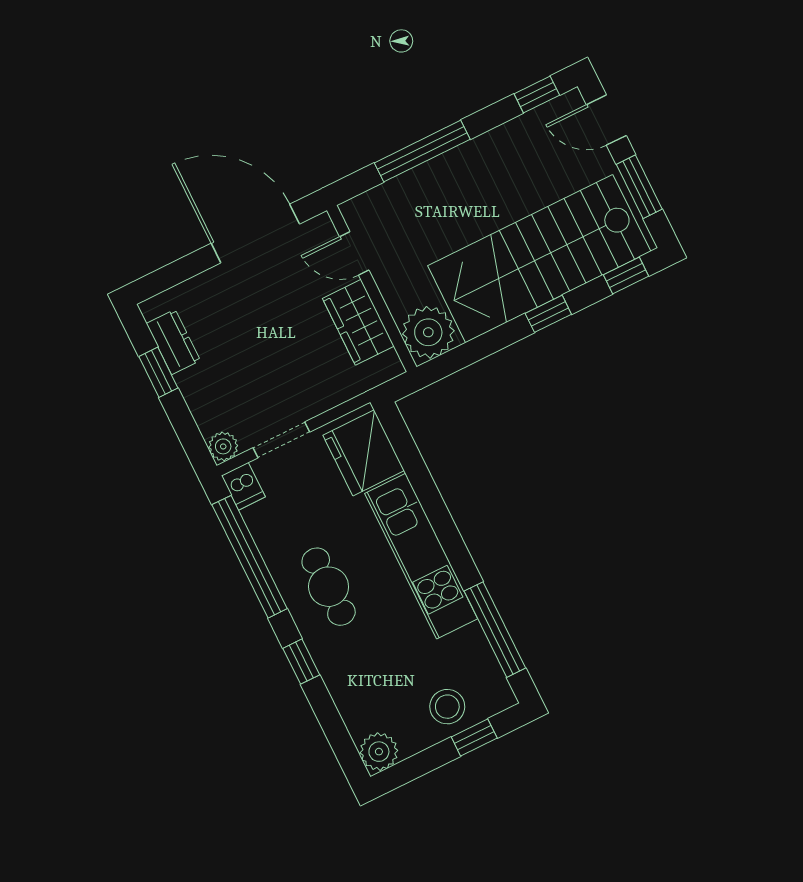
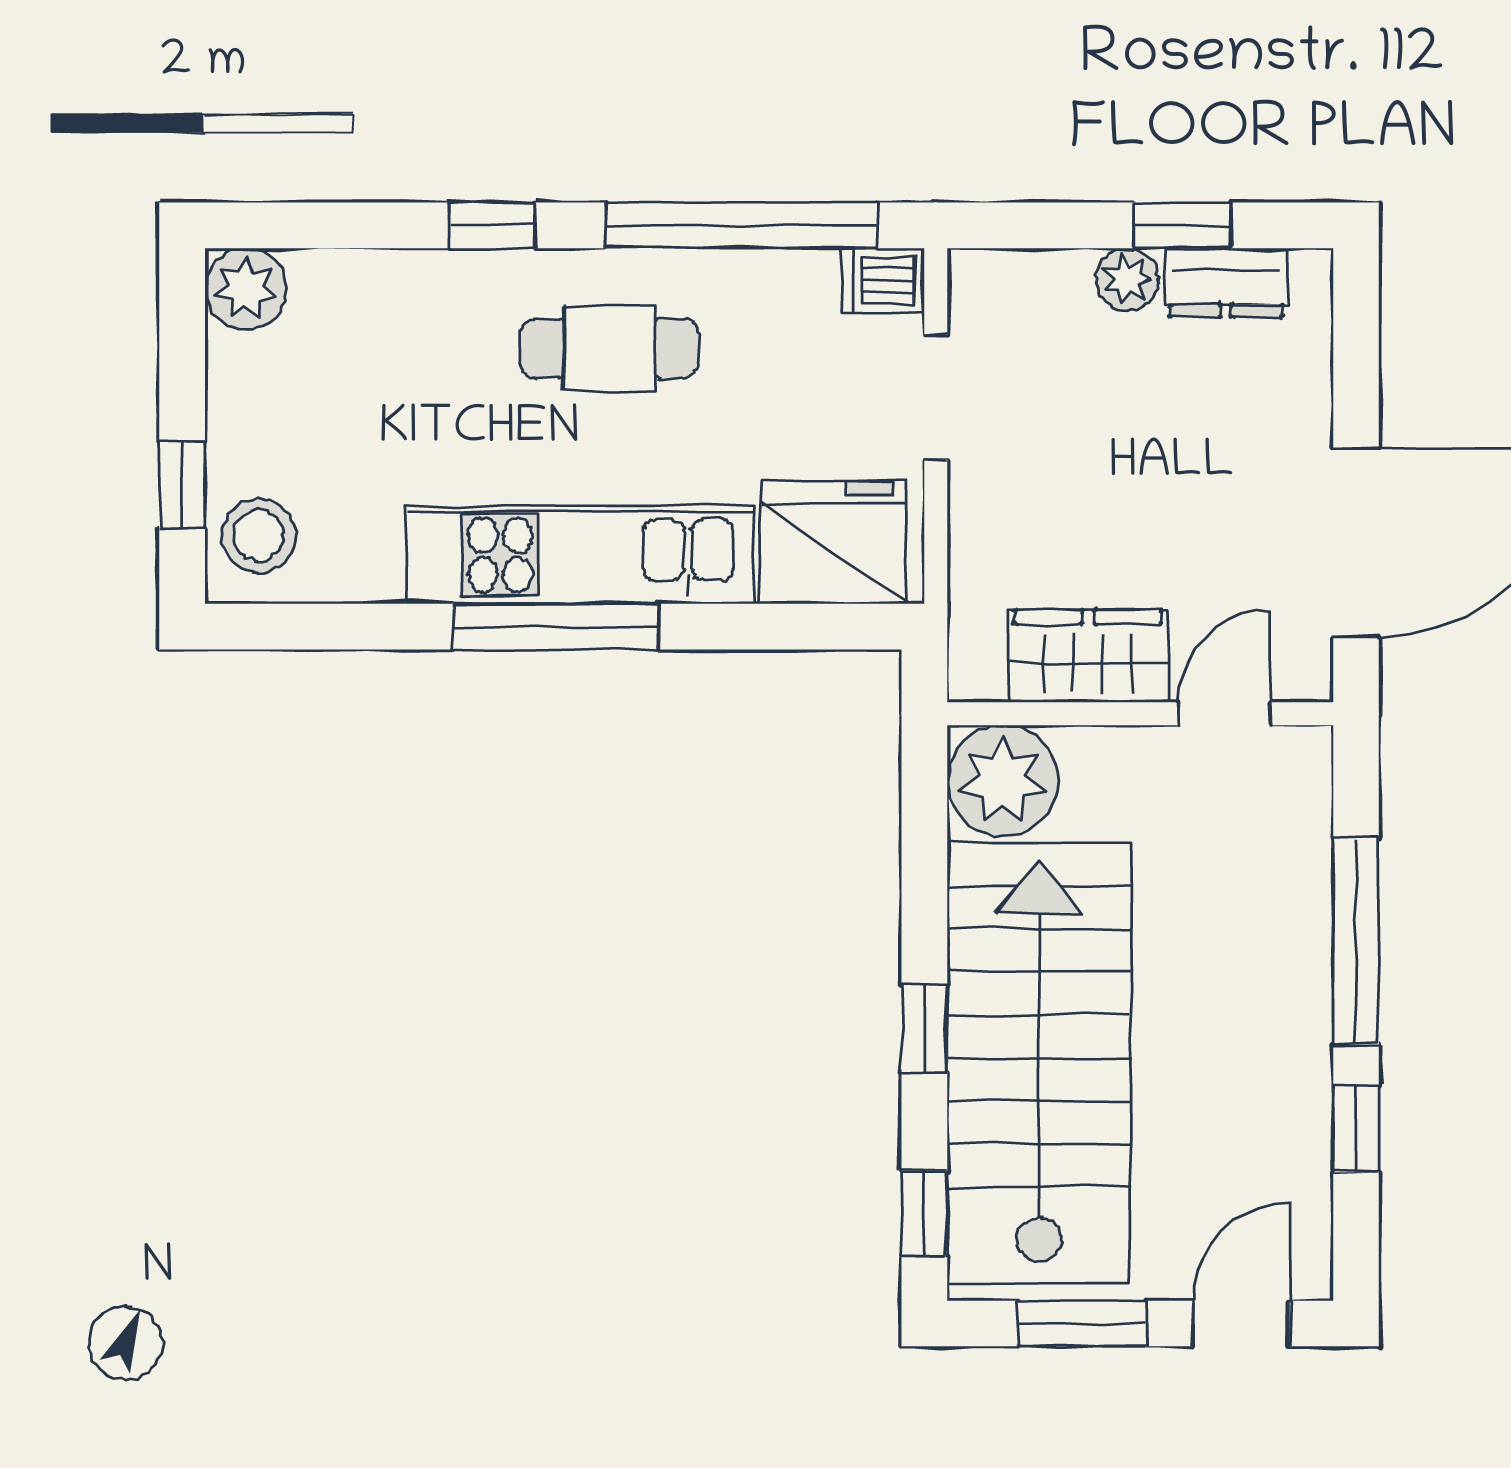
window: (537, 94) -> (1356, 1129), moved
plant: (223, 446) -> (1127, 279), moved
window: (495, 630) -> (556, 627), moved
stool: (447, 707) -> (258, 536), moved

